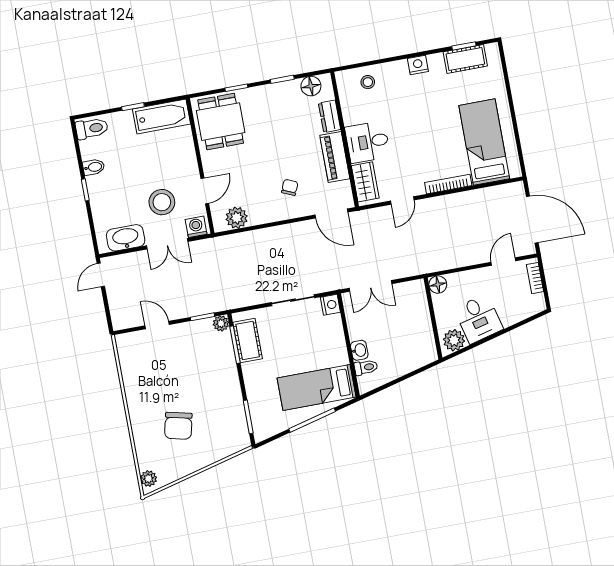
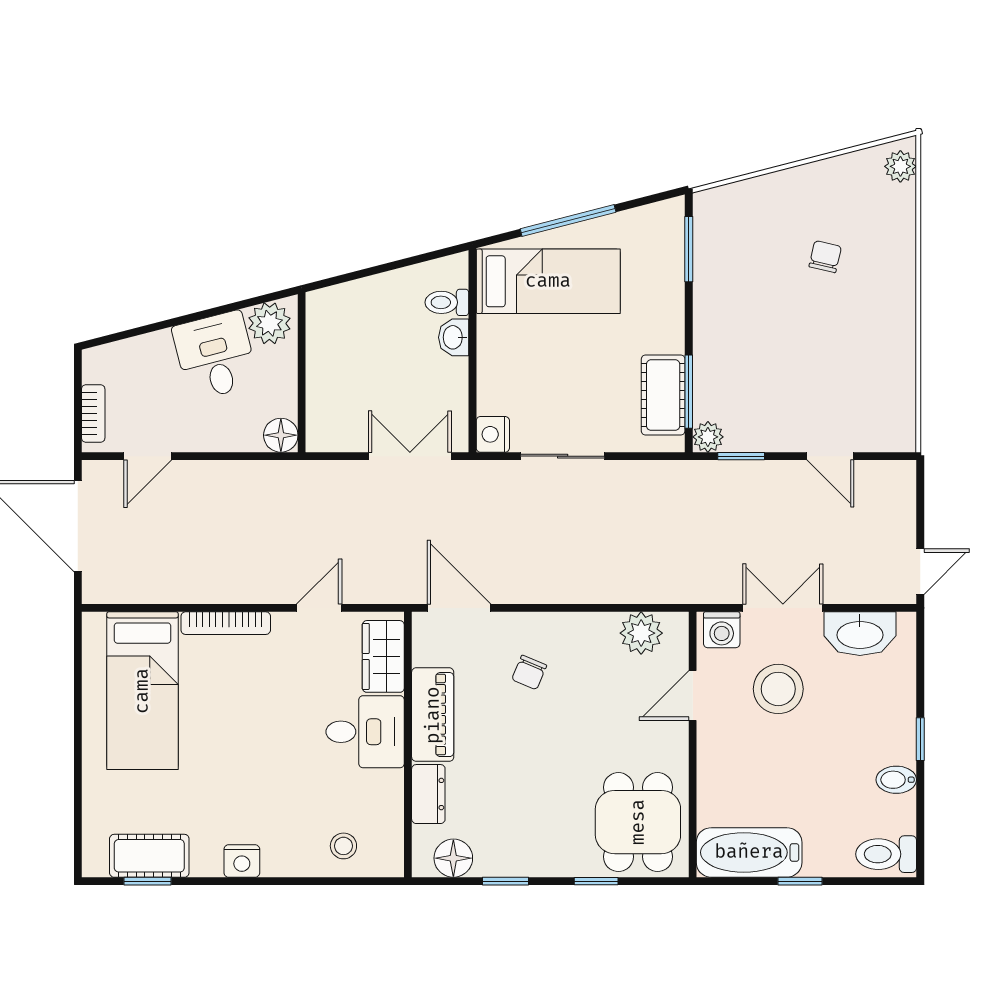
chair: (178, 426) -> (825, 257), width x0.54, depth x0.54

